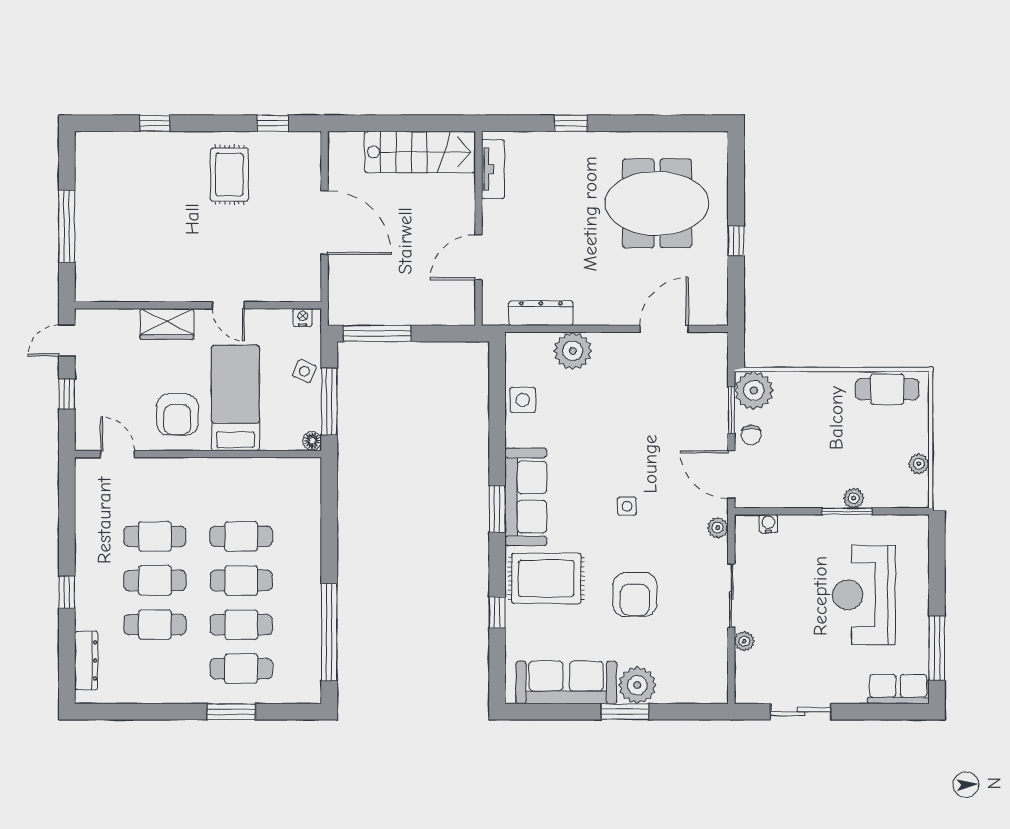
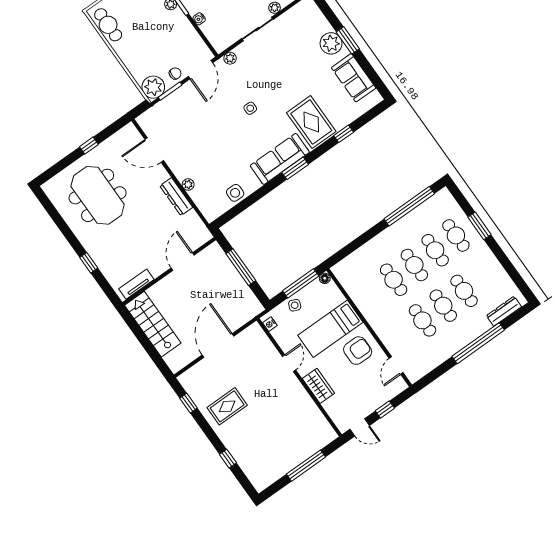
door: (478, 257) -> (183, 261), swing flipped
dresser: (541, 313) -> (176, 197), moved
window: (377, 333) -> (241, 267), moved
plant: (573, 351) -> (188, 184), width x0.53, depth x0.53
water cooler: (768, 524) -> (199, 19), moved
window: (67, 592) -> (478, 343), width x3.17
armchair: (635, 594) -> (289, 75), removed
sofa: (566, 682) -> (354, 78), width x0.73

